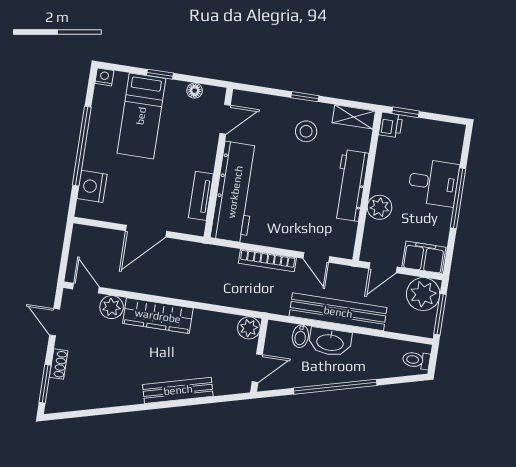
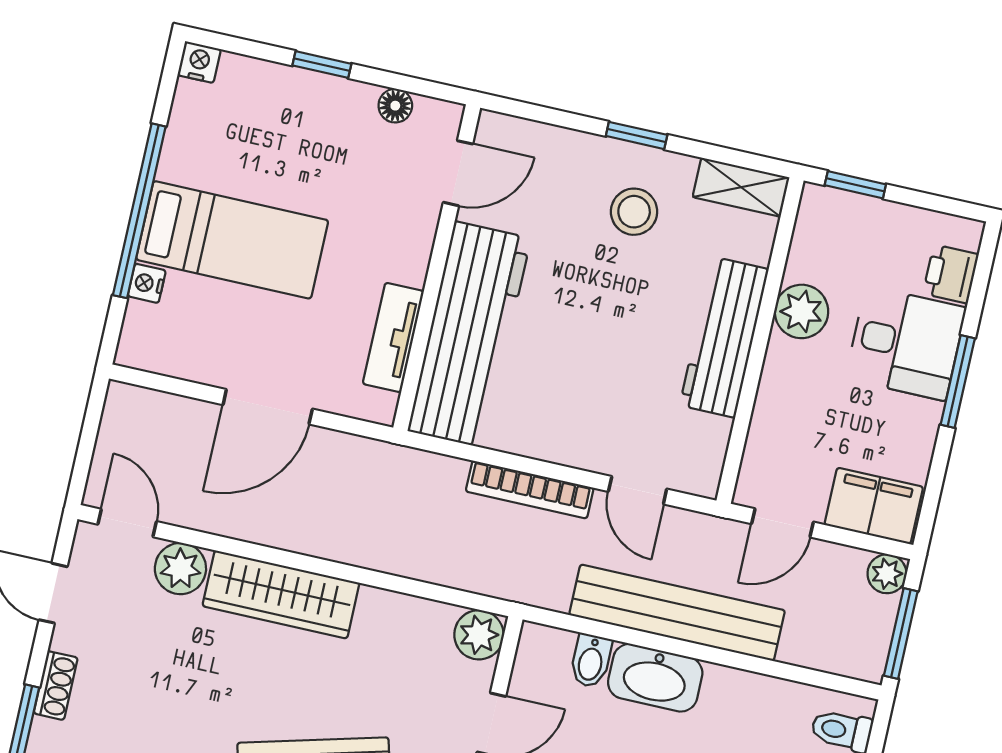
bed: (141, 116) -> (232, 240), moved, turned -90
printer: (391, 125) -> (951, 274), moved, turned 180
nightstand: (92, 186) -> (147, 283), width x0.53, depth x0.56
window: (458, 198) -> (958, 382), width x0.69
plant: (379, 207) -> (801, 311), moved
plant: (423, 294) -> (887, 574), width x0.53, depth x0.53

